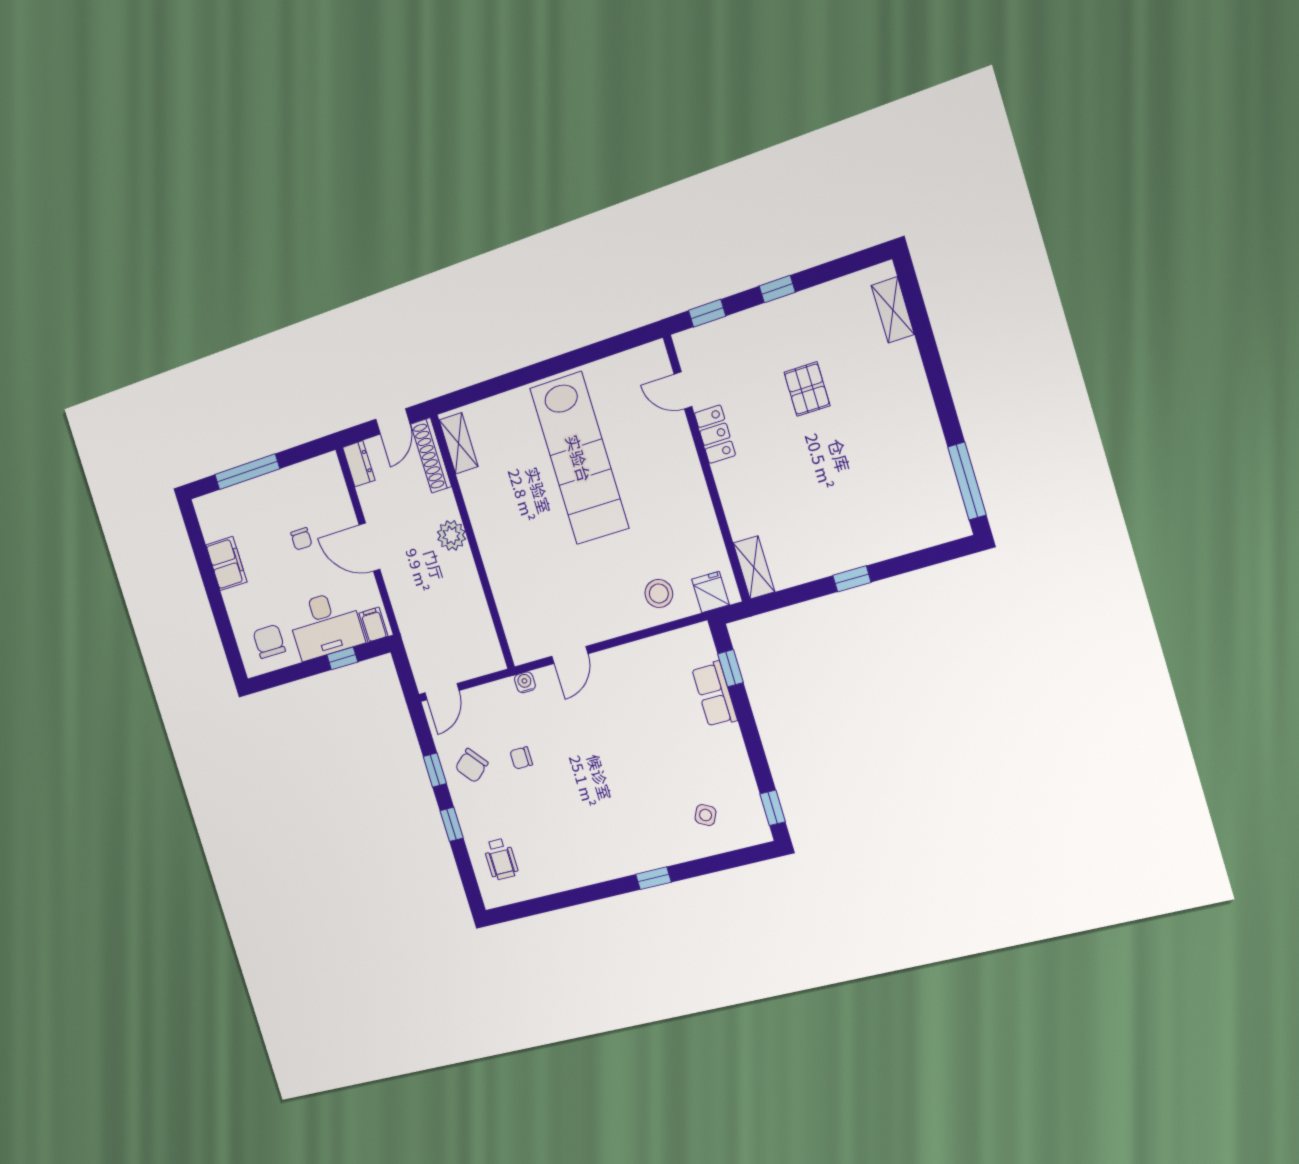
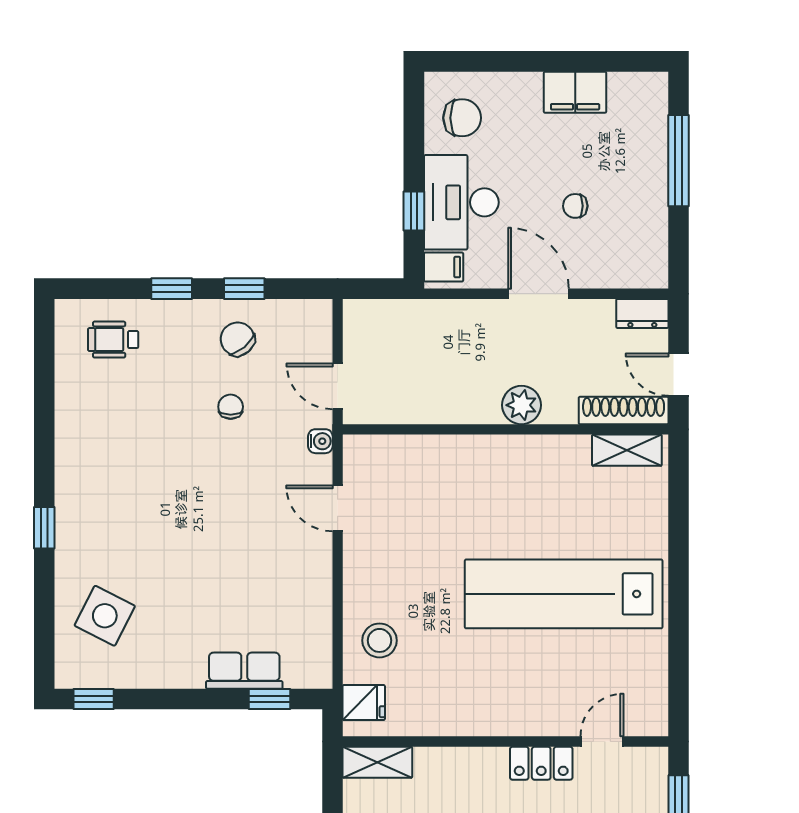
door: (370, 547) -> (539, 294), hinge flipped
door: (442, 692) -> (338, 386), moved
side table: (706, 815) -> (105, 616), width x1.87, depth x1.87

